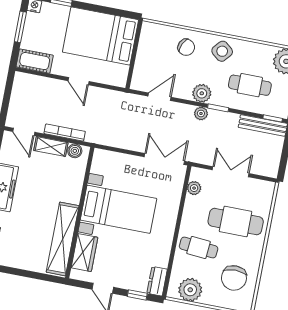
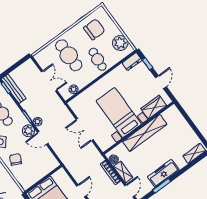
door: (160, 97) -> (43, 138), moved
double door: (164, 159) -> (85, 130), moved
double door: (231, 172) -> (49, 81), swing flipped
shelving: (63, 239) -> (145, 133), moved

